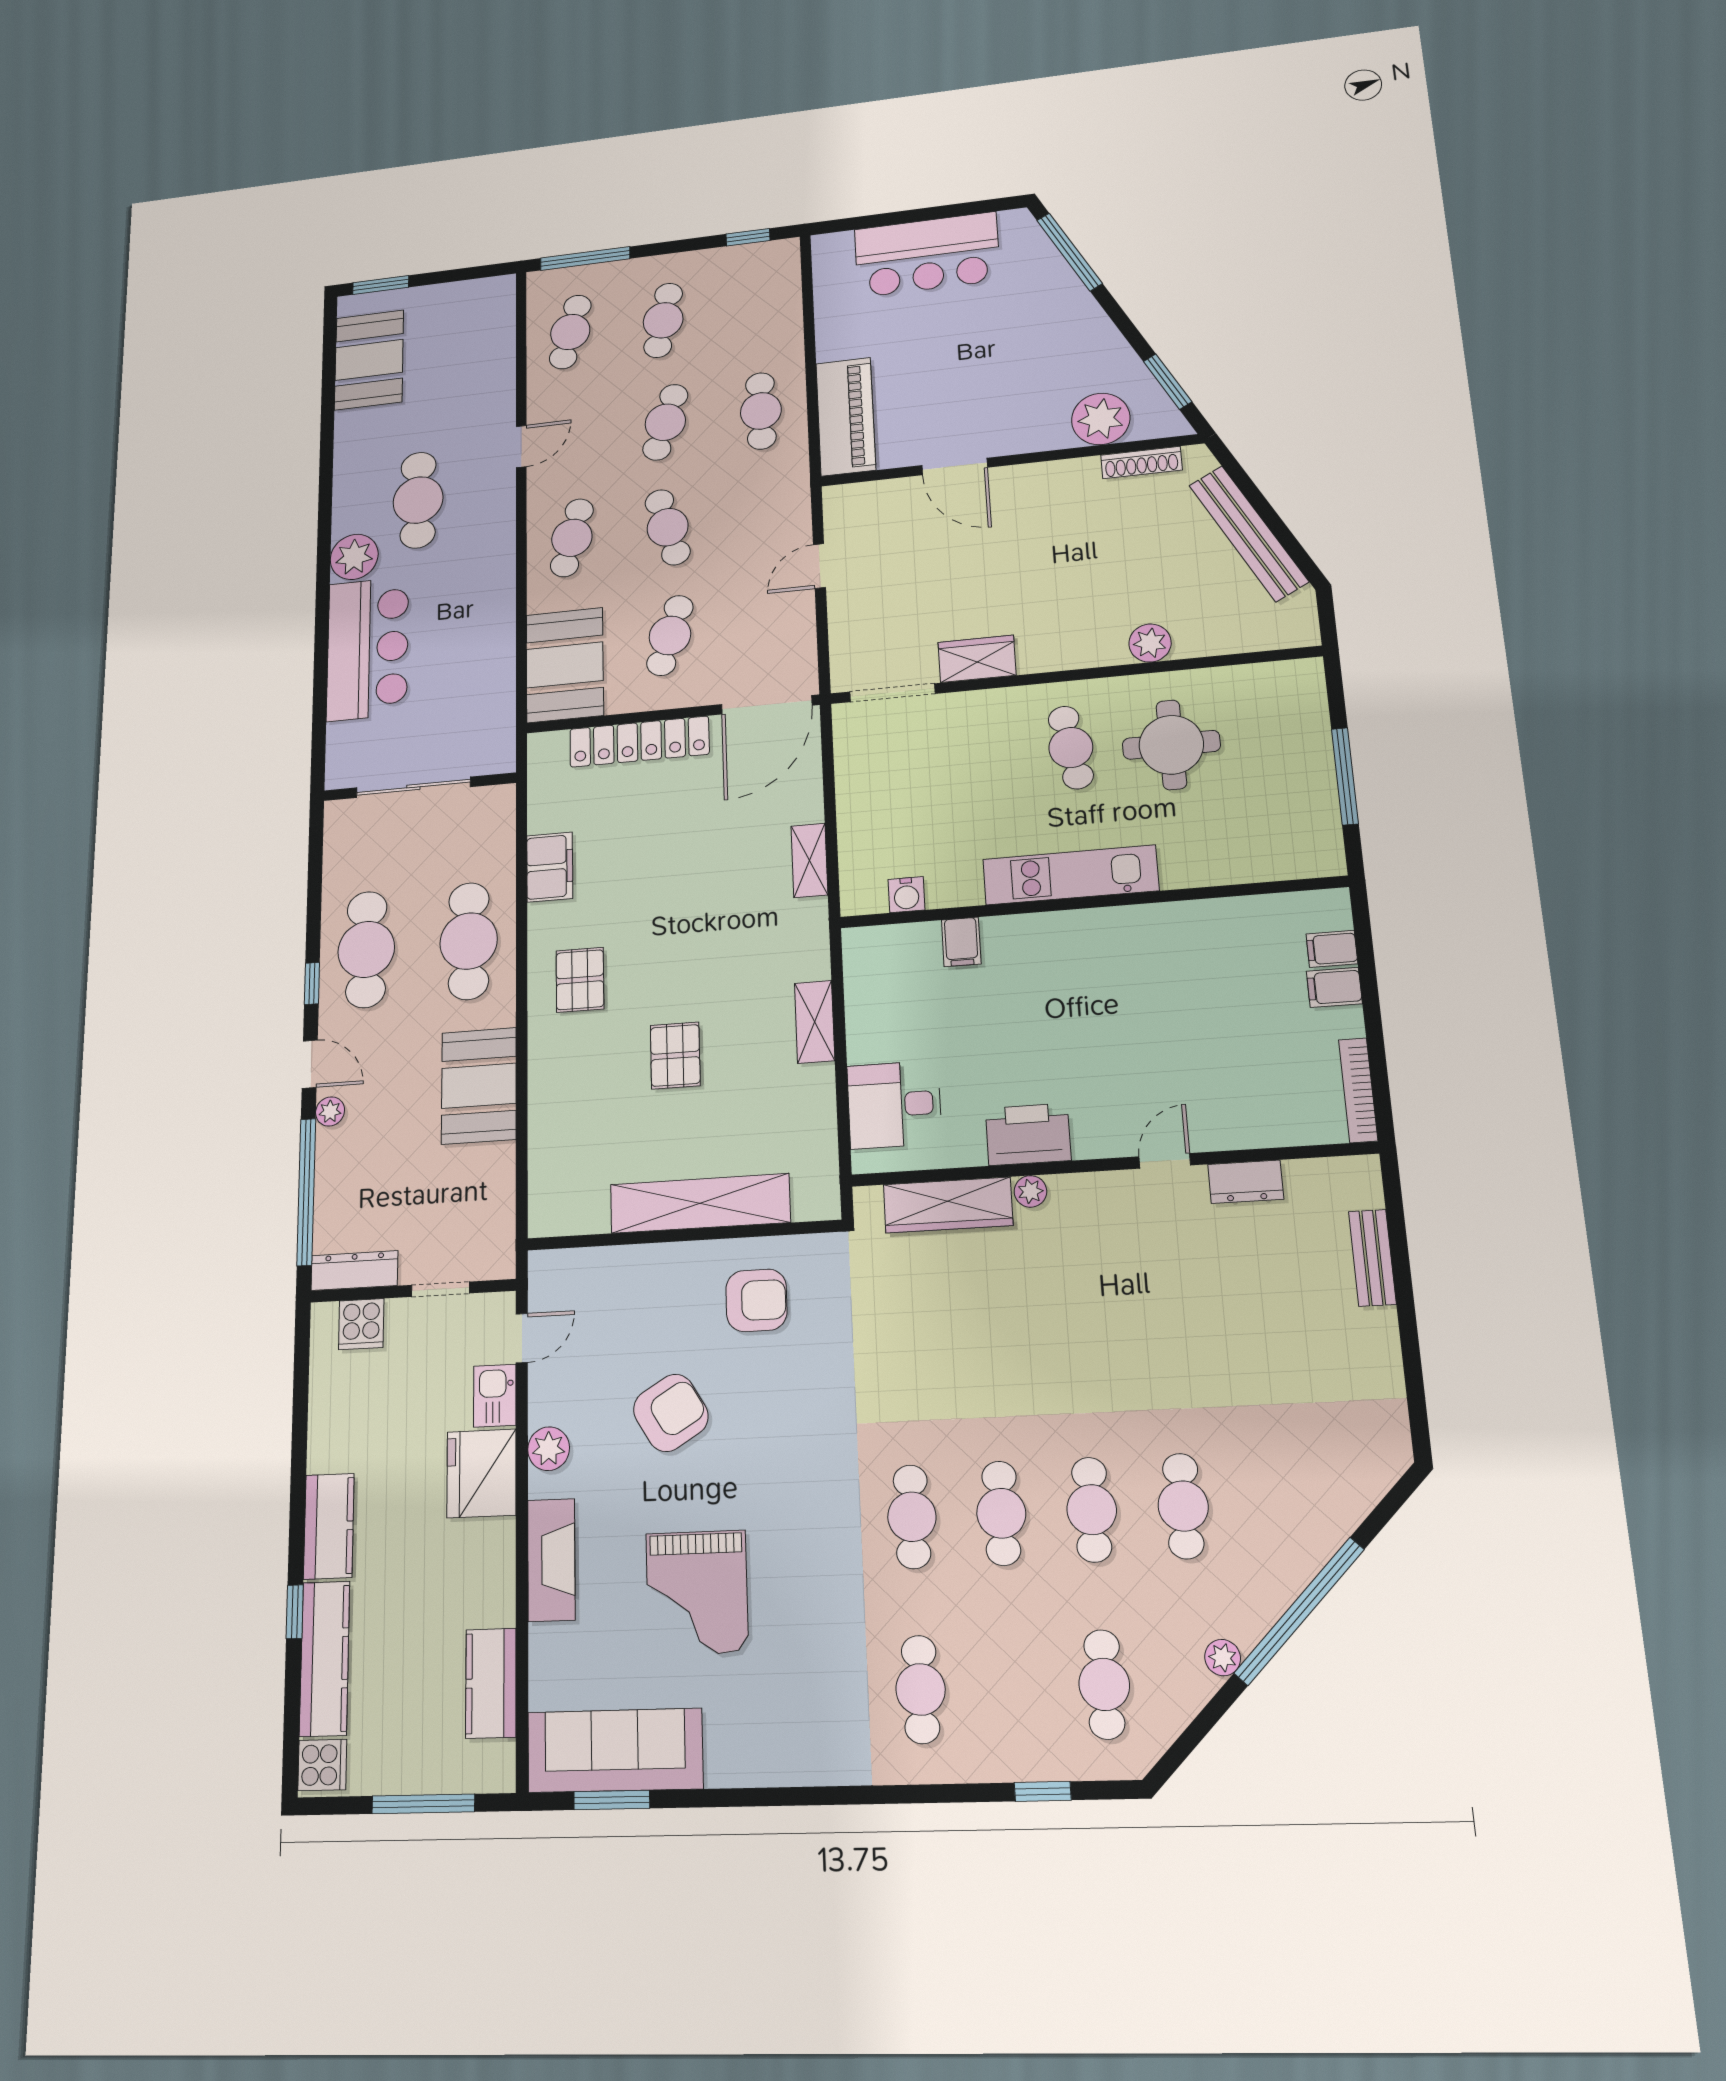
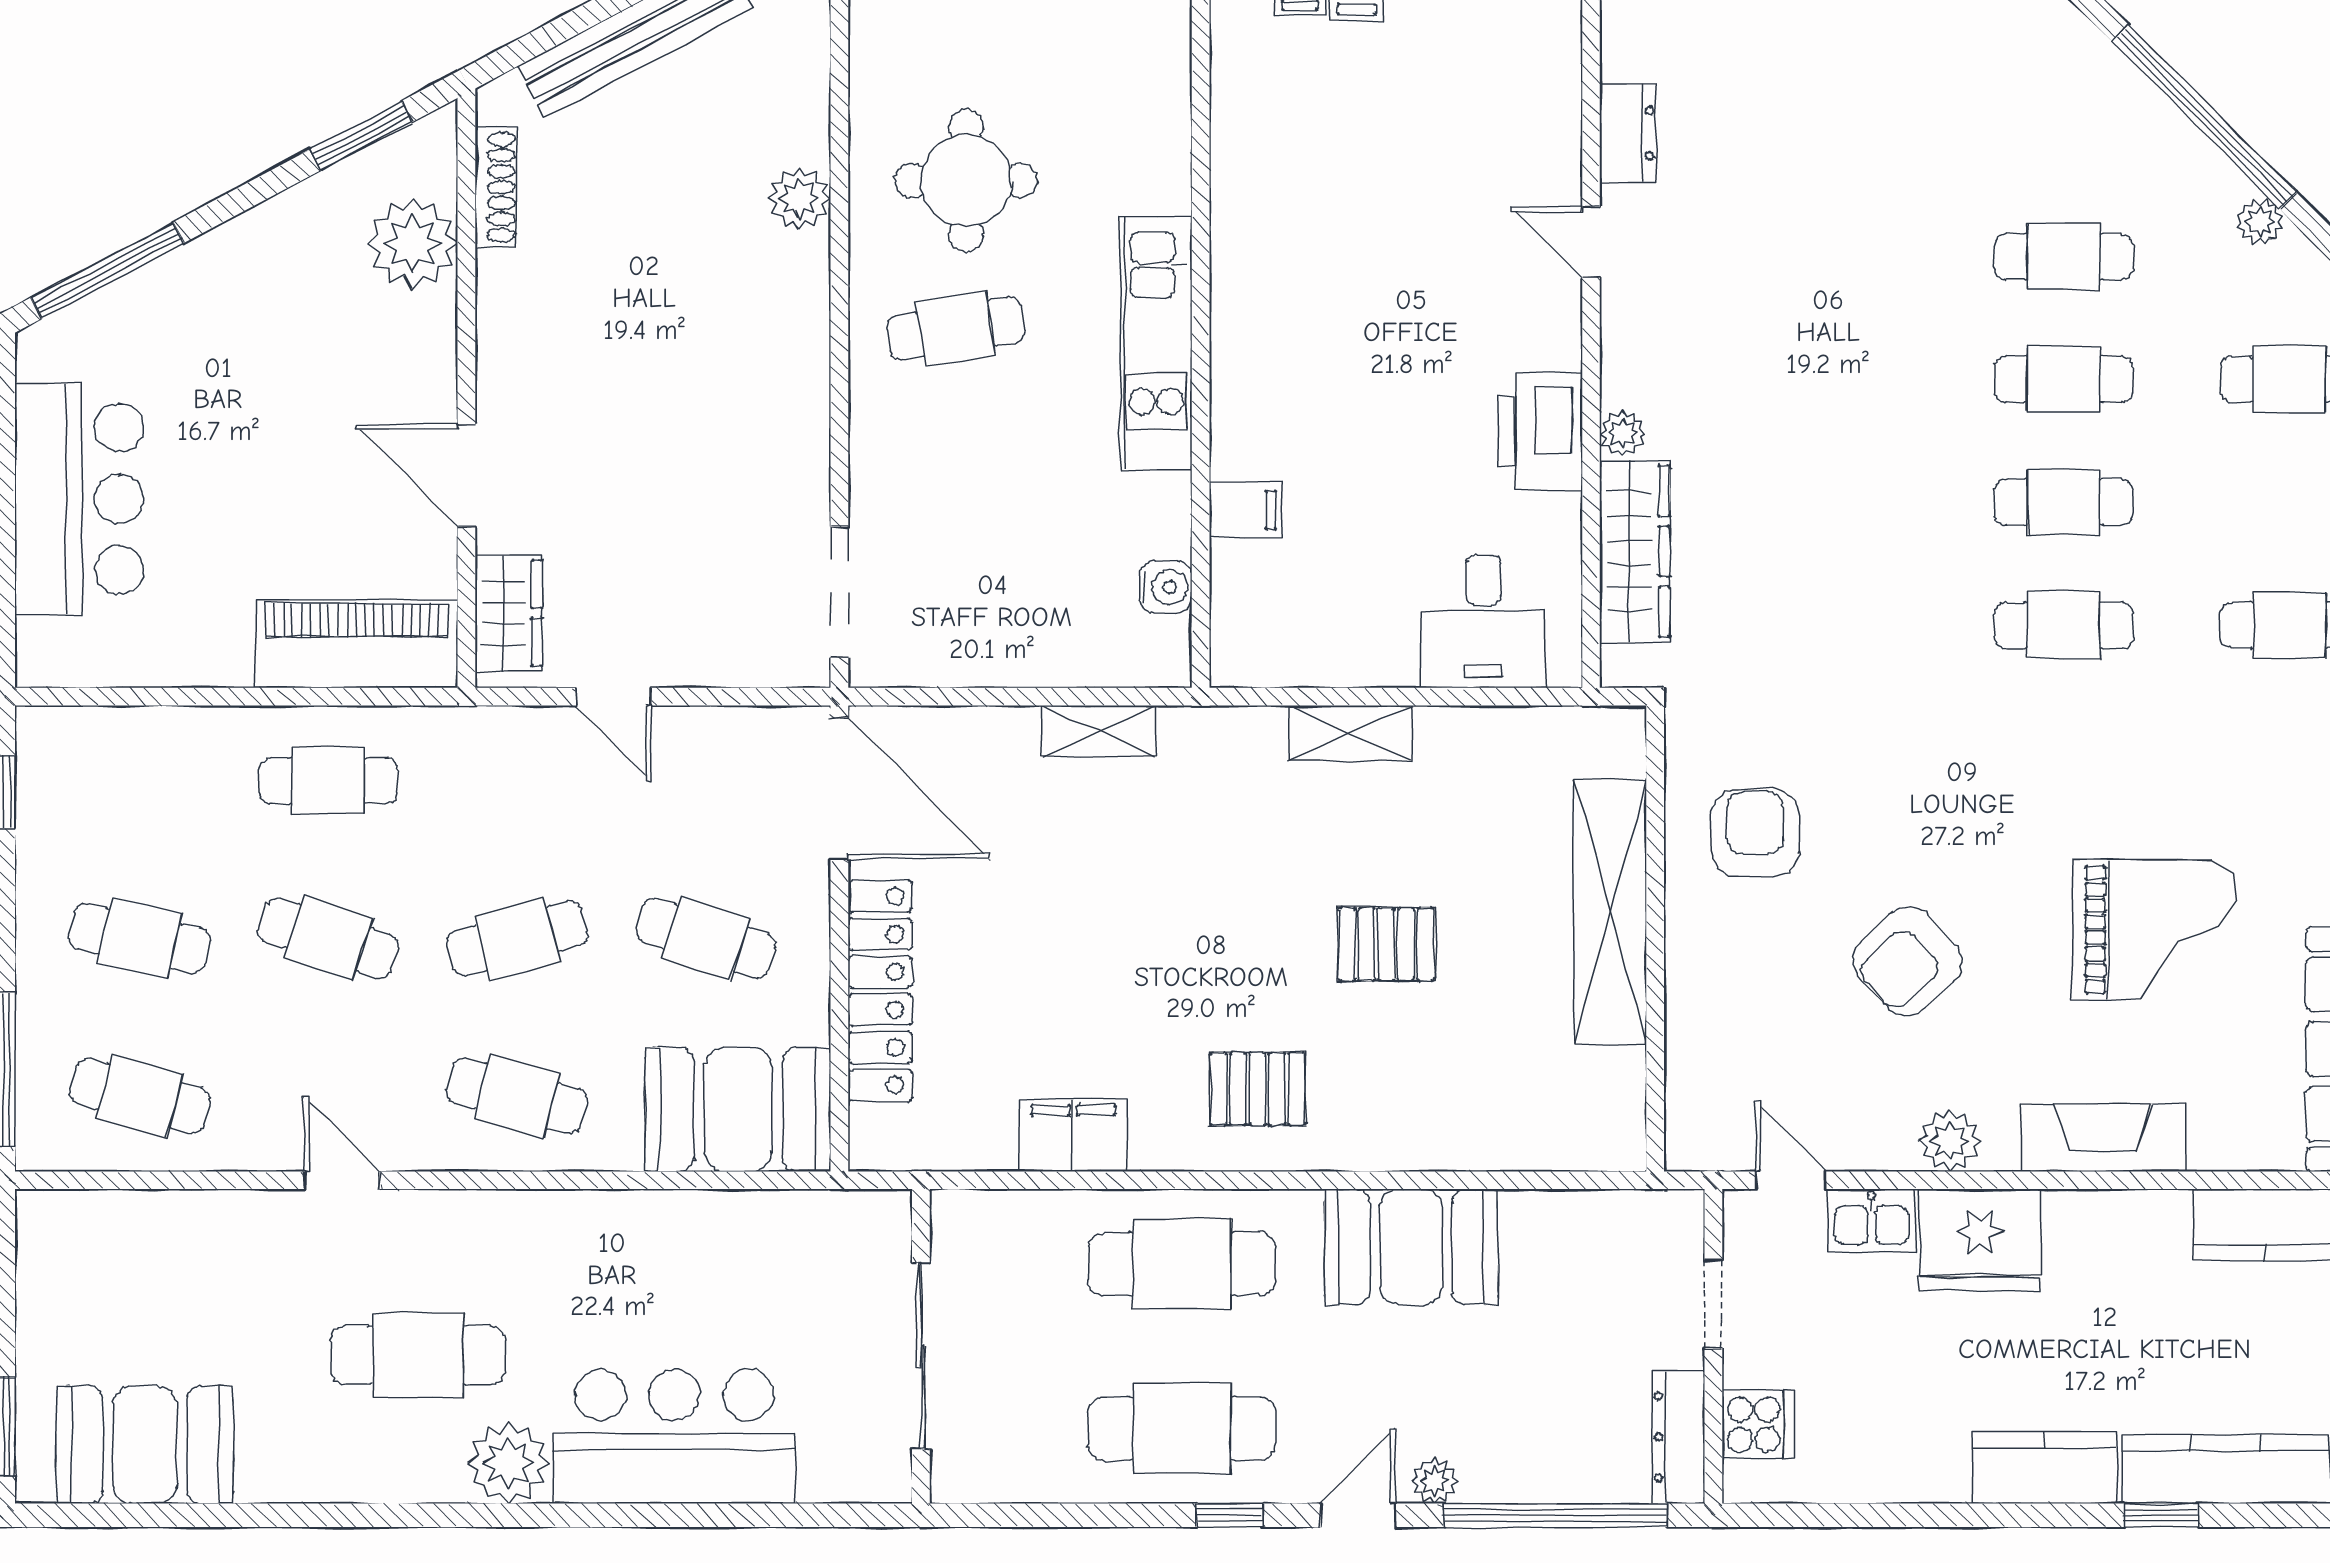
door: (955, 466) -> (466, 476), swing flipped
wardrobe: (977, 659) -> (509, 613), moved, turned 180
armchair: (671, 1413) -> (1908, 962), turned -102

